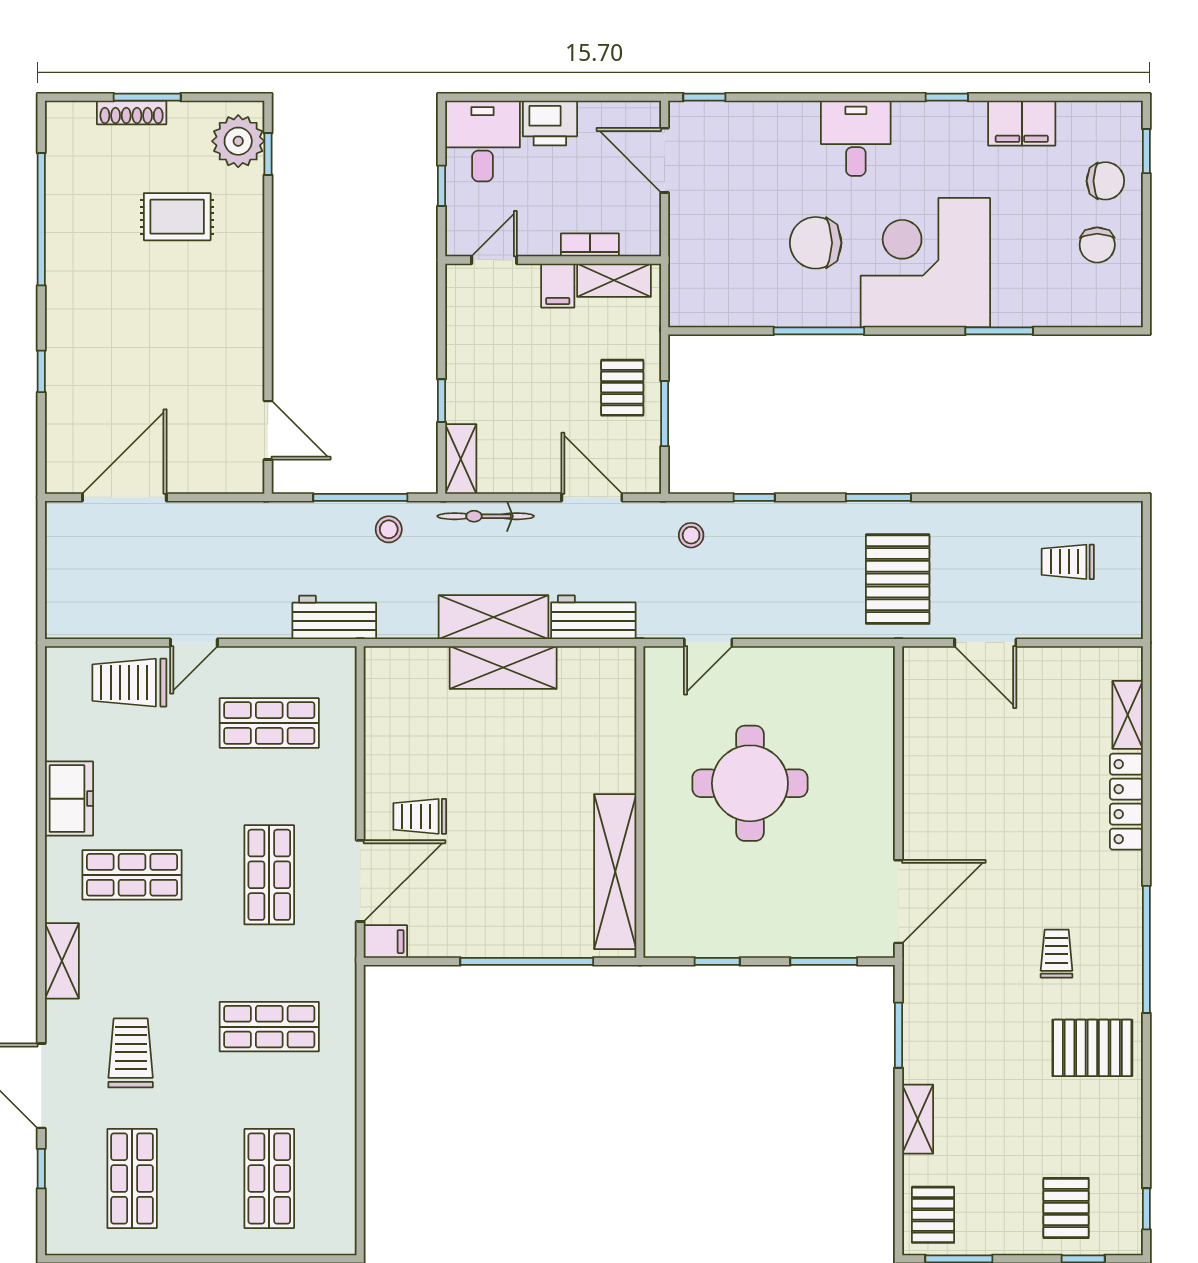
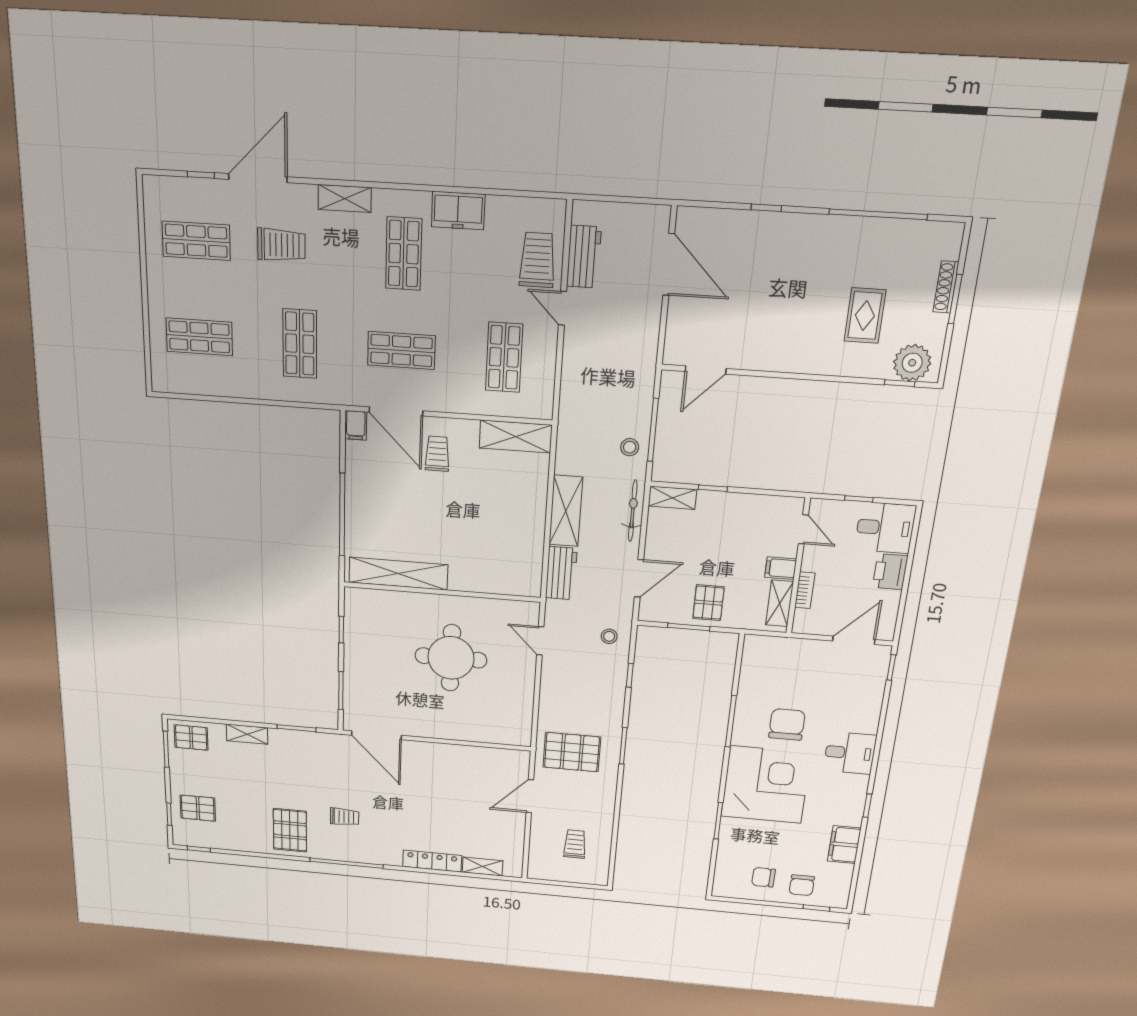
pallet: (622, 388) -> (708, 603), turned 90
workbench: (334, 617) -> (584, 257), moved
shelving: (503, 668) -> (516, 437), moved, turned 90

